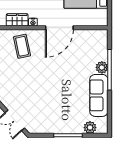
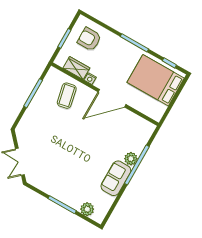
sofa: (99, 95) -> (116, 178), width x0.73

